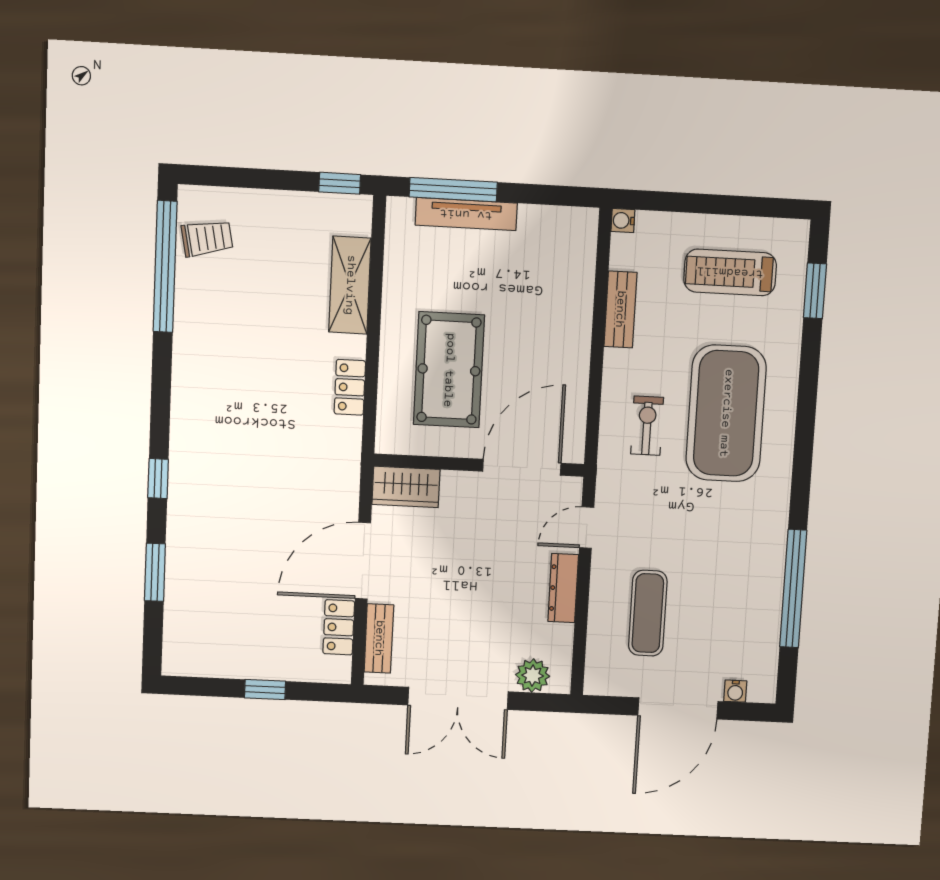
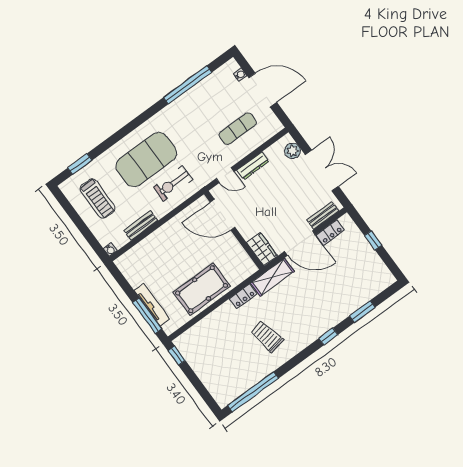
trolley: (207, 238) -> (267, 337), moved, width x1.36, depth x1.39
shelving: (350, 285) -> (272, 277), moved
pool table: (449, 370) -> (202, 289), moved
exercise bike: (647, 426) -> (173, 183), width x1.38, depth x1.39

